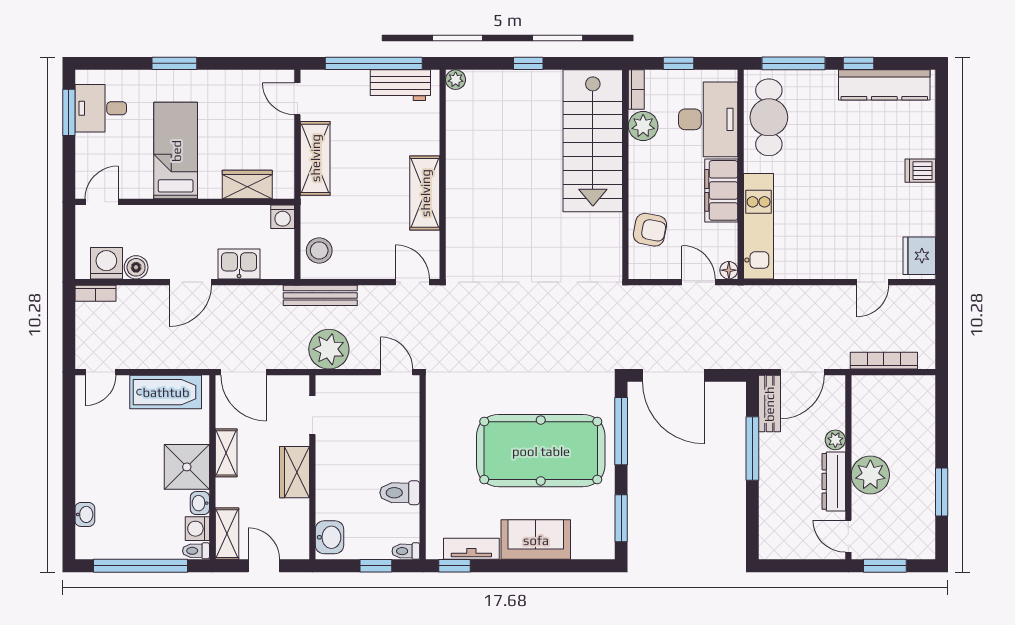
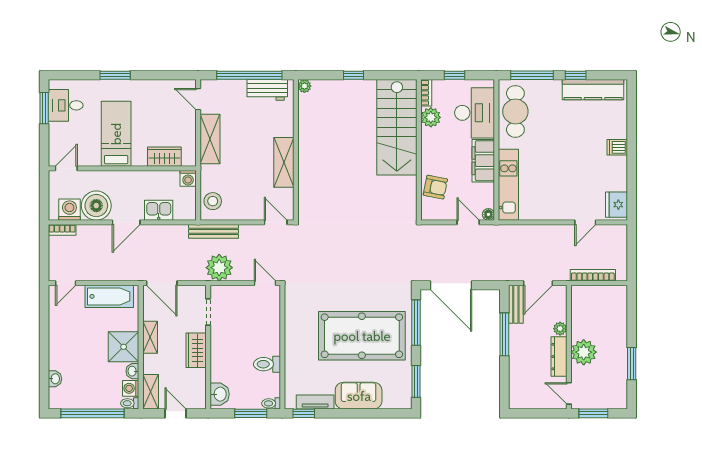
boiler: (136, 267) -> (96, 206), width x1.86, depth x1.86
window: (376, 566) -> (251, 413), width x1.50

